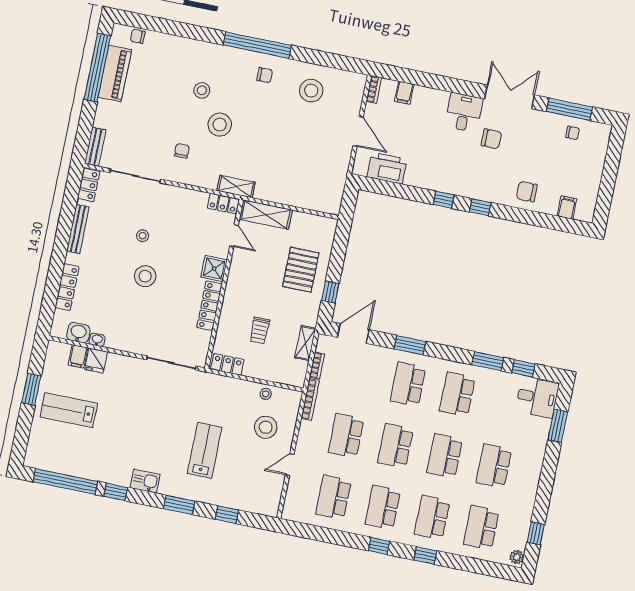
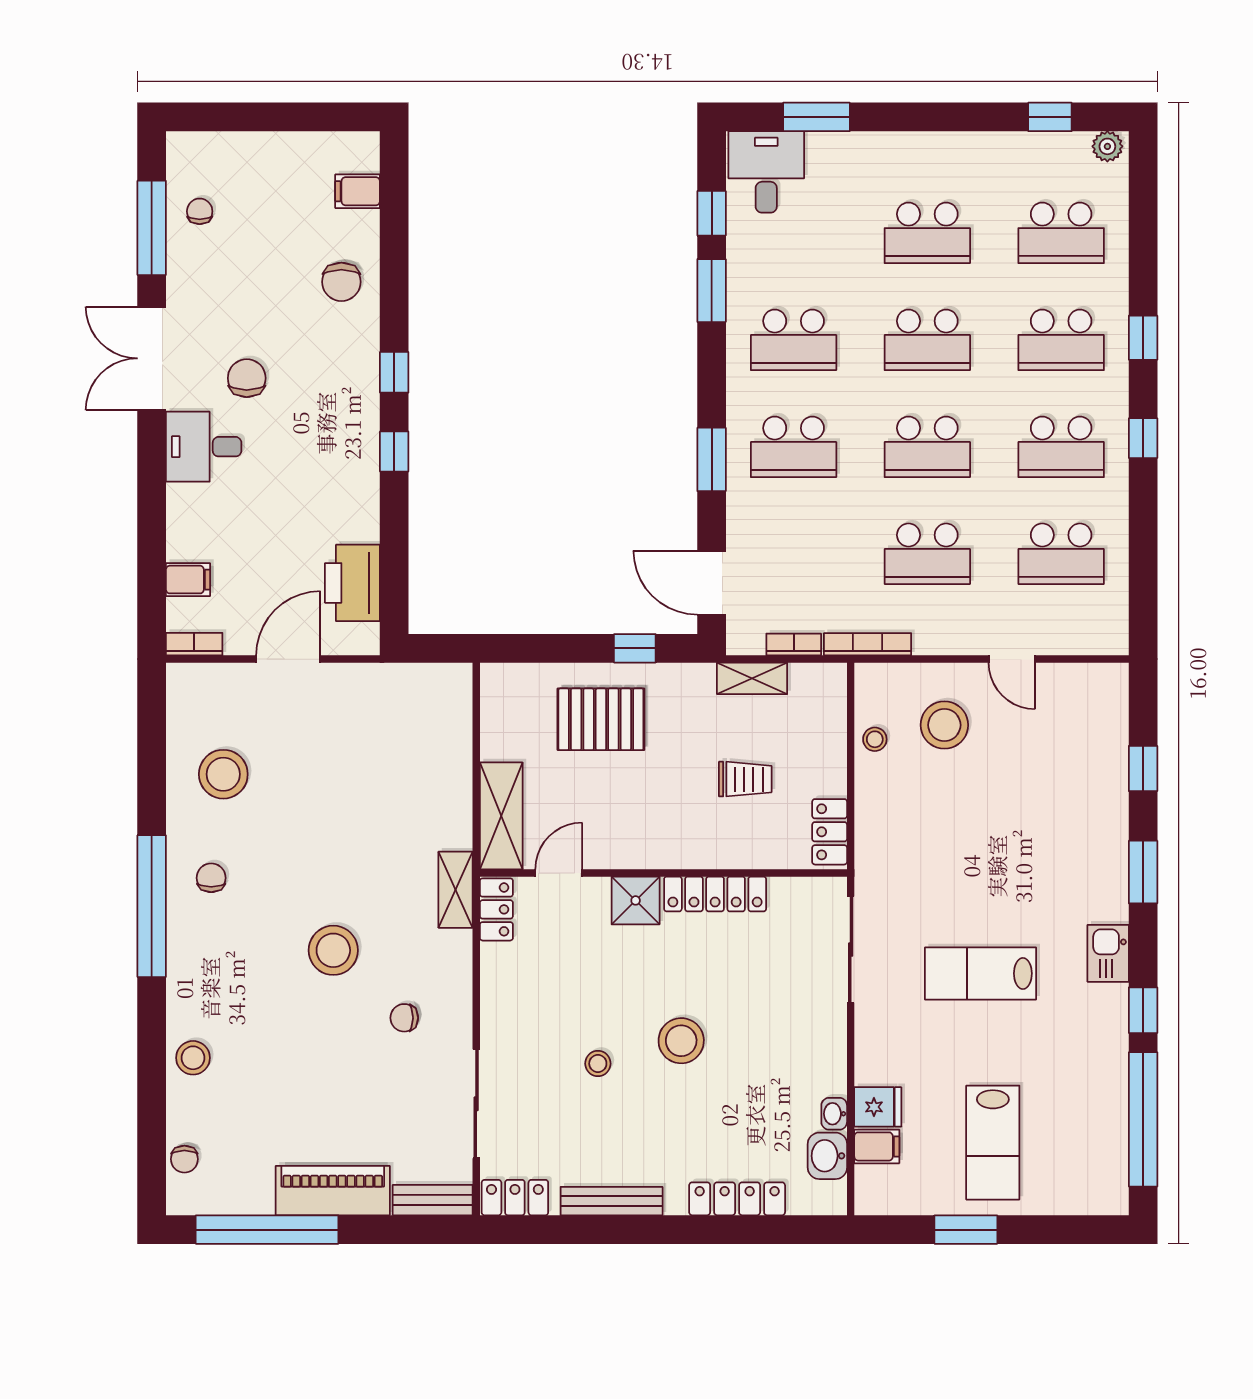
piano: (115, 74) -> (333, 1191), moved
stool: (202, 90) -> (193, 1058), moved
lab bench: (205, 450) -> (980, 973), moved

